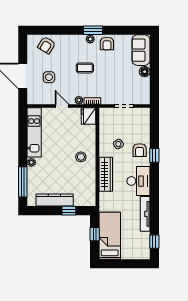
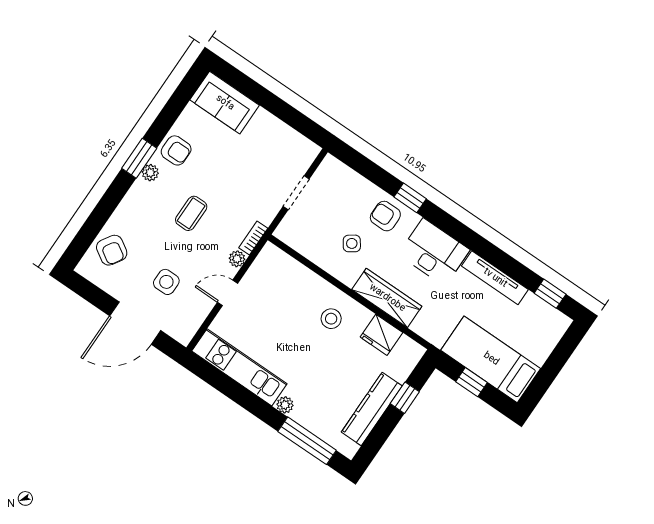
floor lamp: (145, 72) -> (264, 121), removed
fridge: (89, 116) -> (381, 335), moved
armchair: (140, 150) -> (385, 216), turned 180

